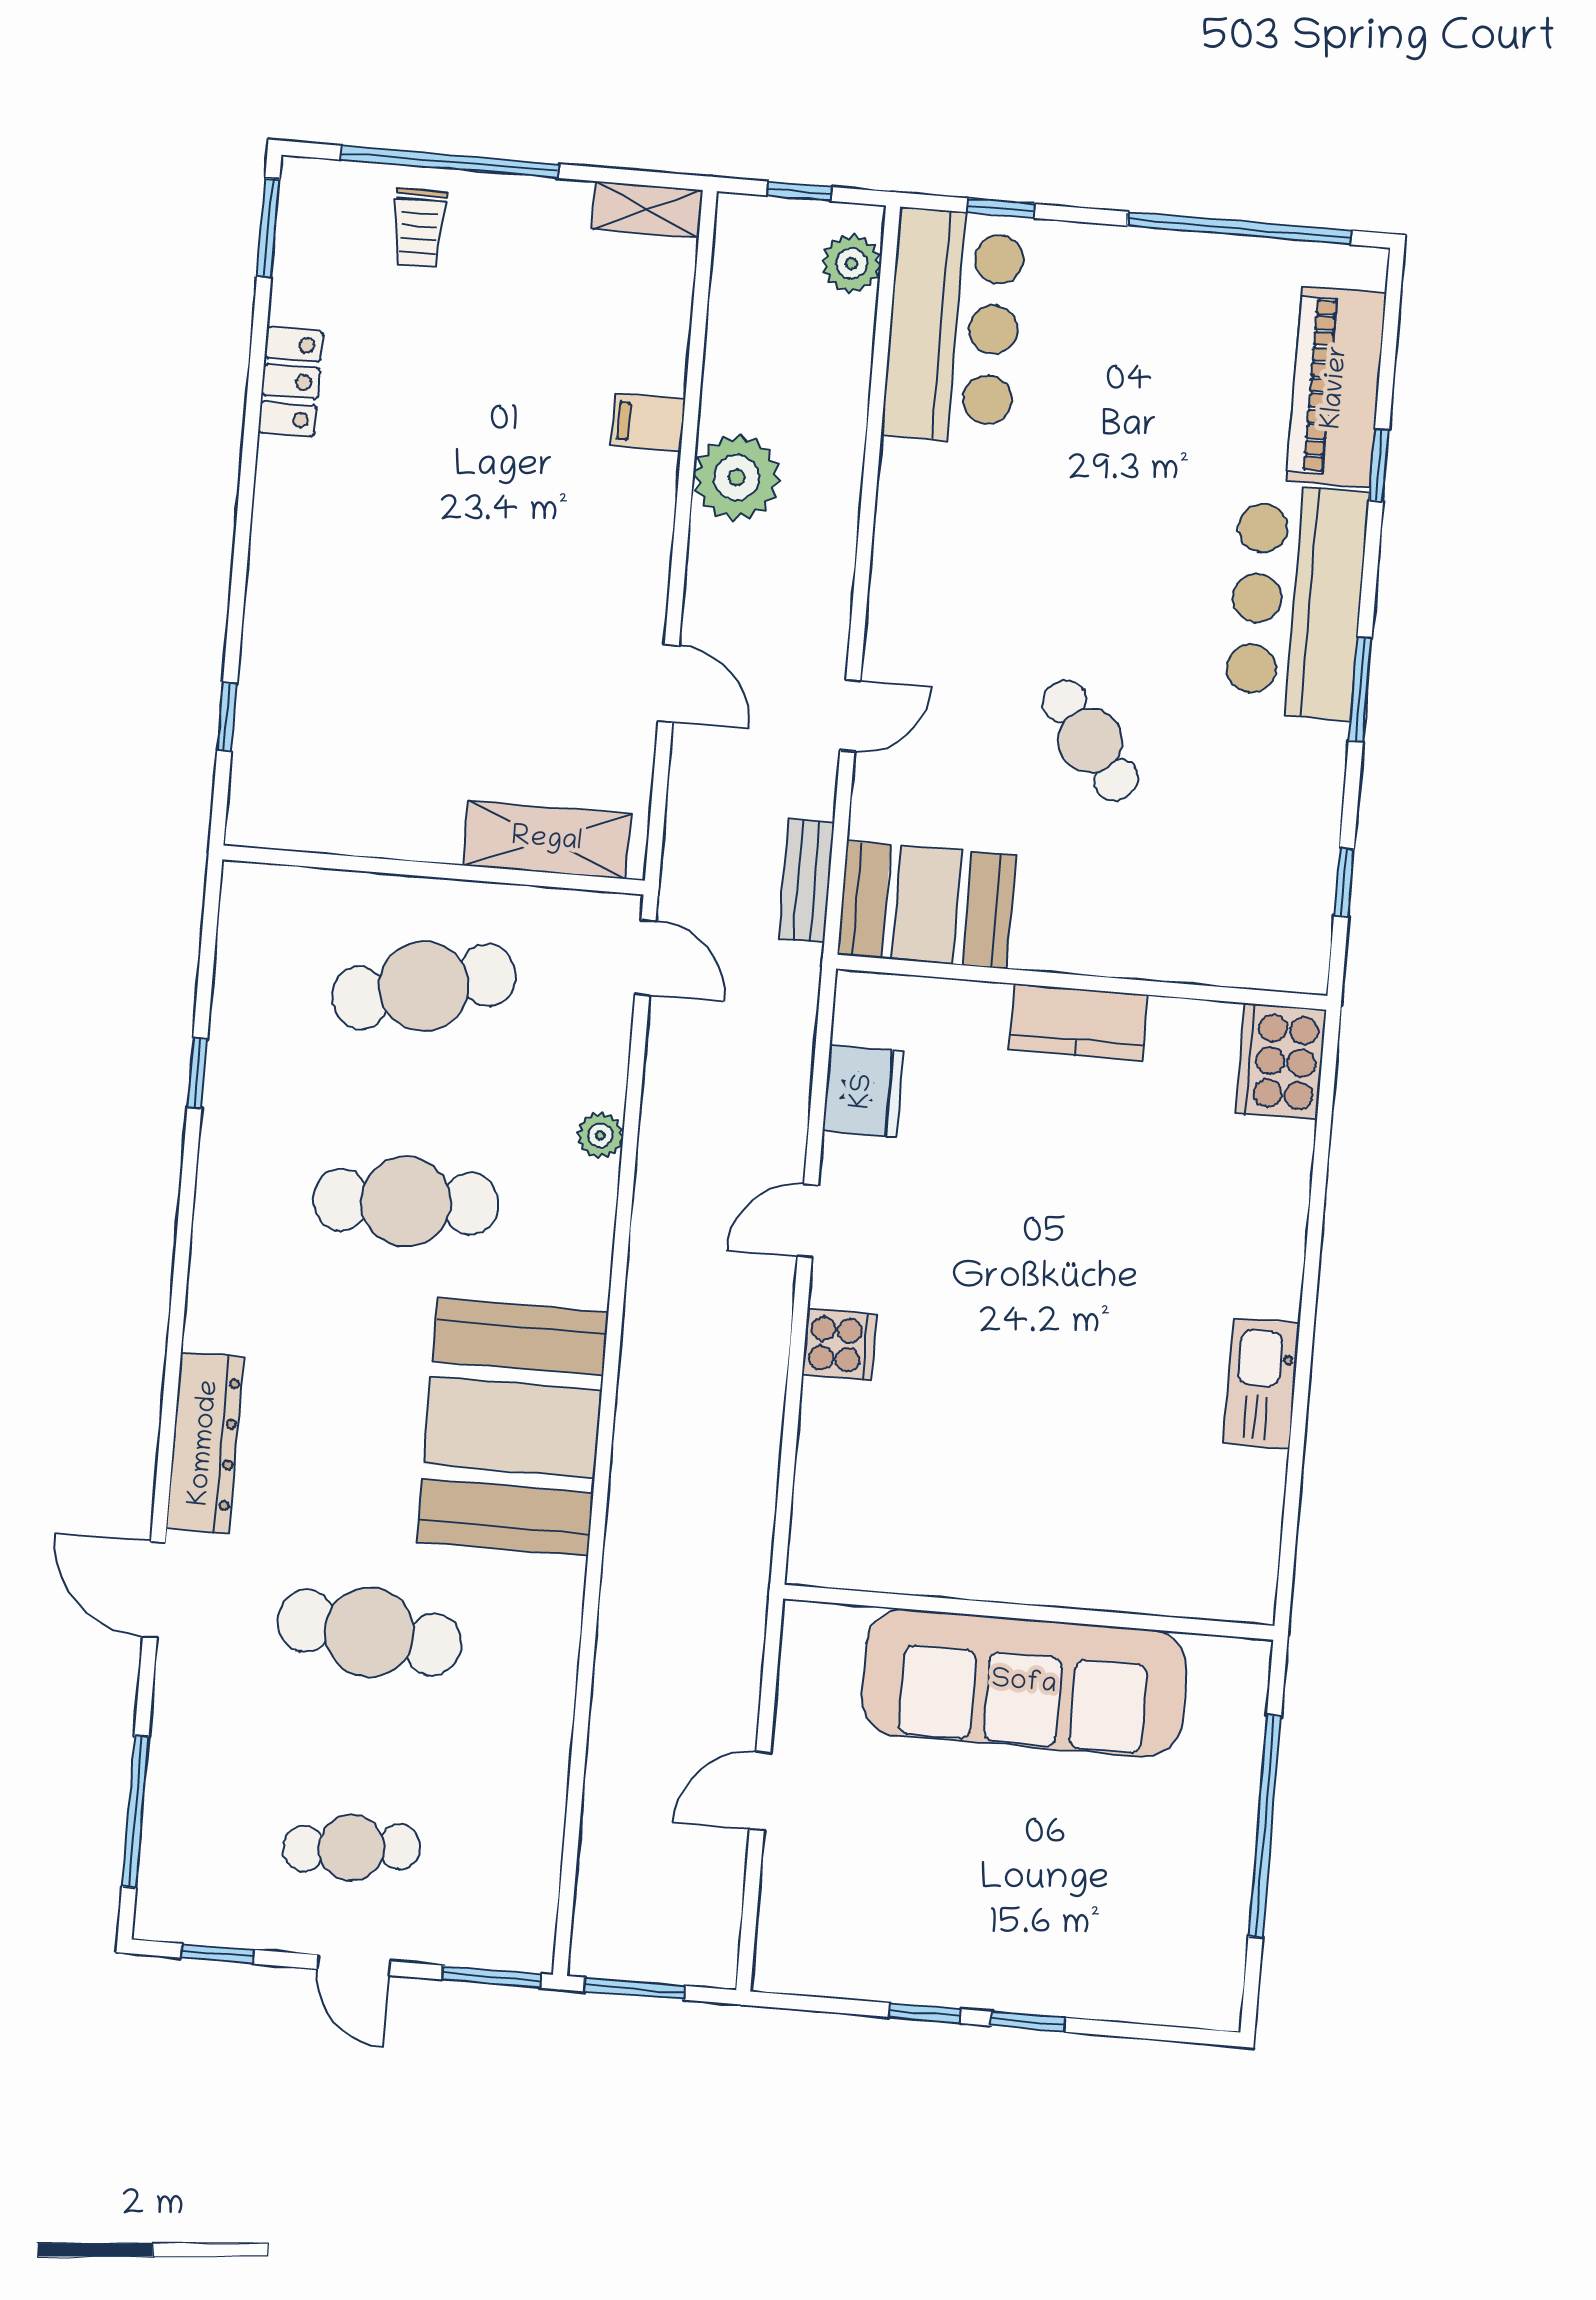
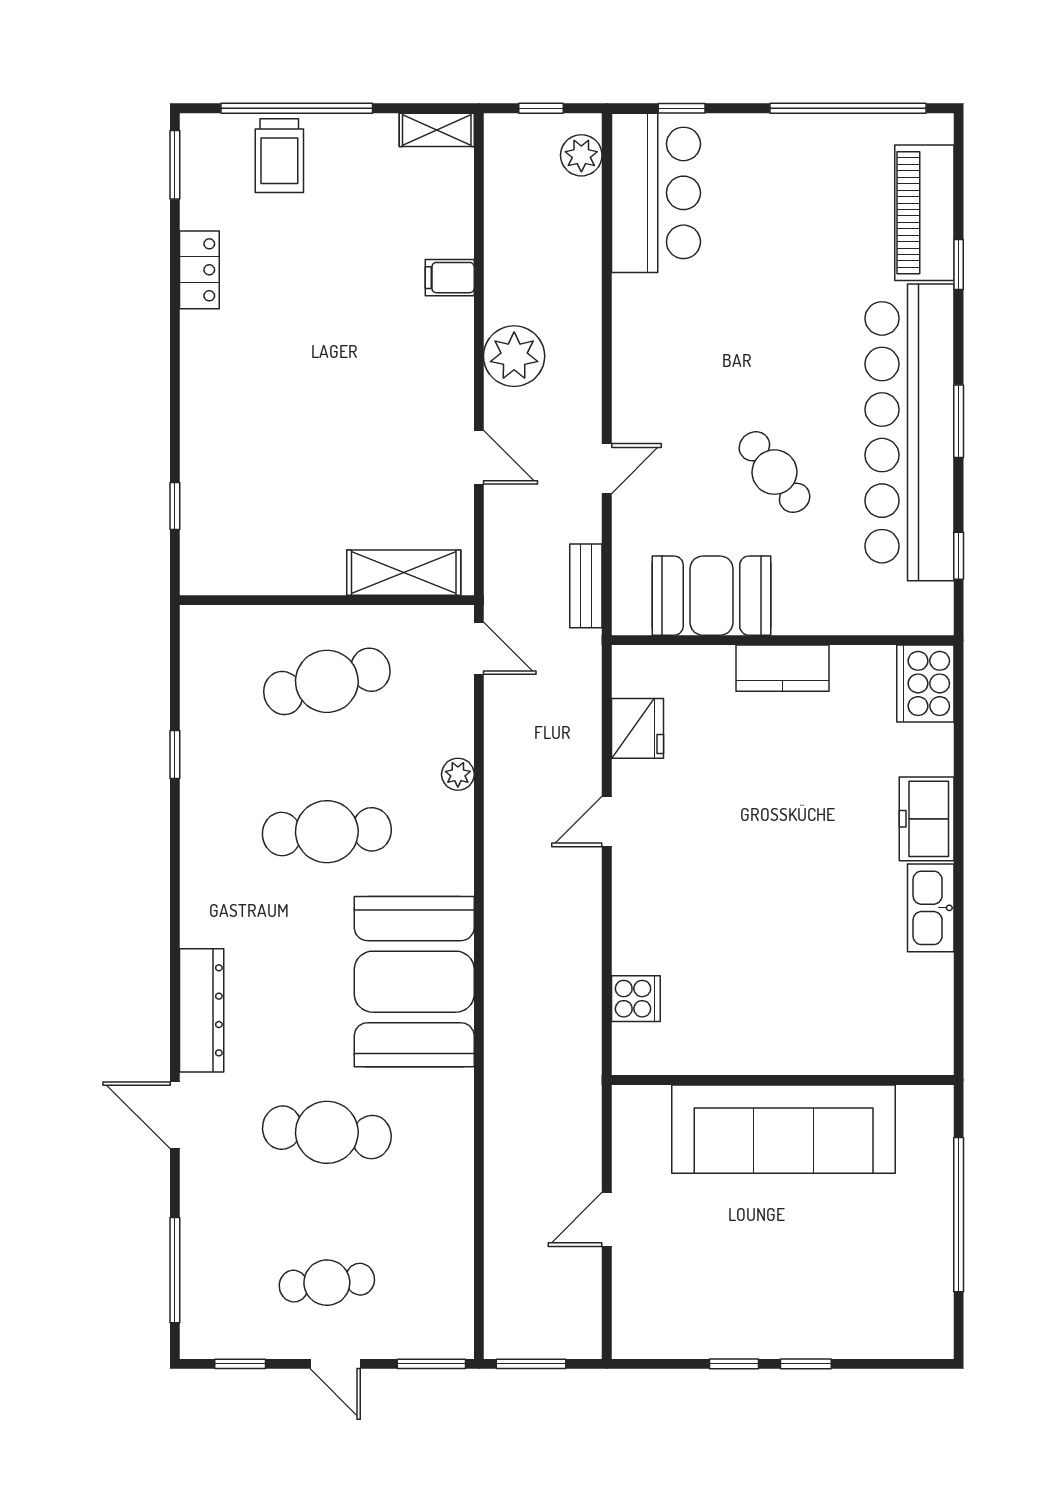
trolley: (419, 227) -> (279, 156), width x1.36, depth x1.39
plant: (737, 478) -> (514, 356), moved
bar counter: (1297, 601) -> (910, 432), width x1.86
booth: (927, 905) -> (711, 596), moved
freezer: (1266, 1255) -> (927, 819), added
cooker: (839, 1345) -> (636, 999), moved

